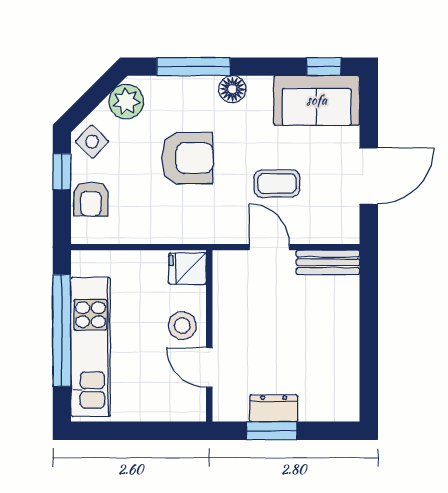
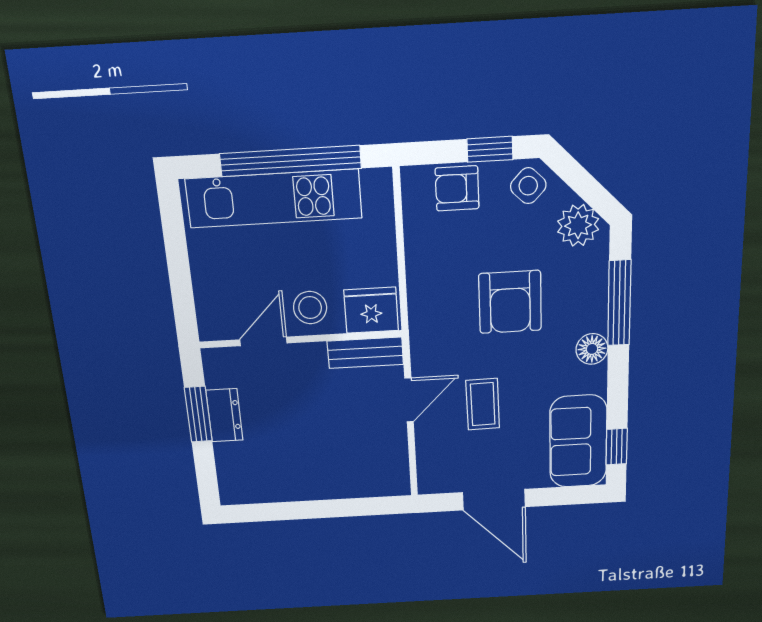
bench: (328, 262) -> (365, 353), moved, turned 90
fridge: (188, 269) -> (371, 310), width x1.38

